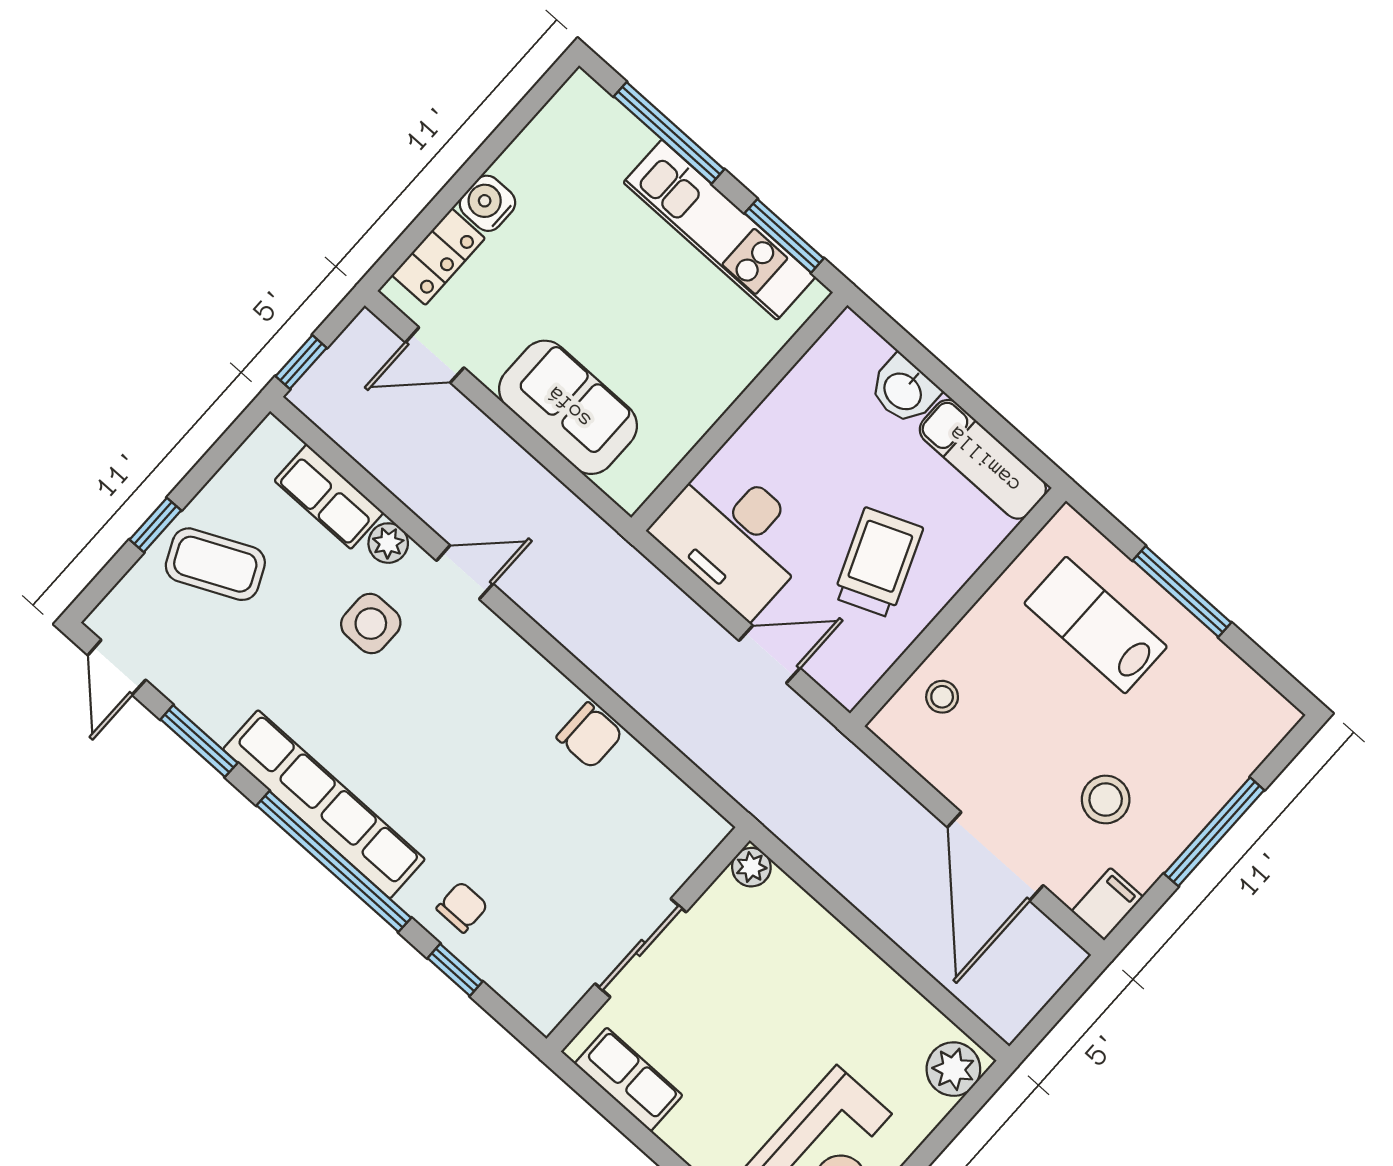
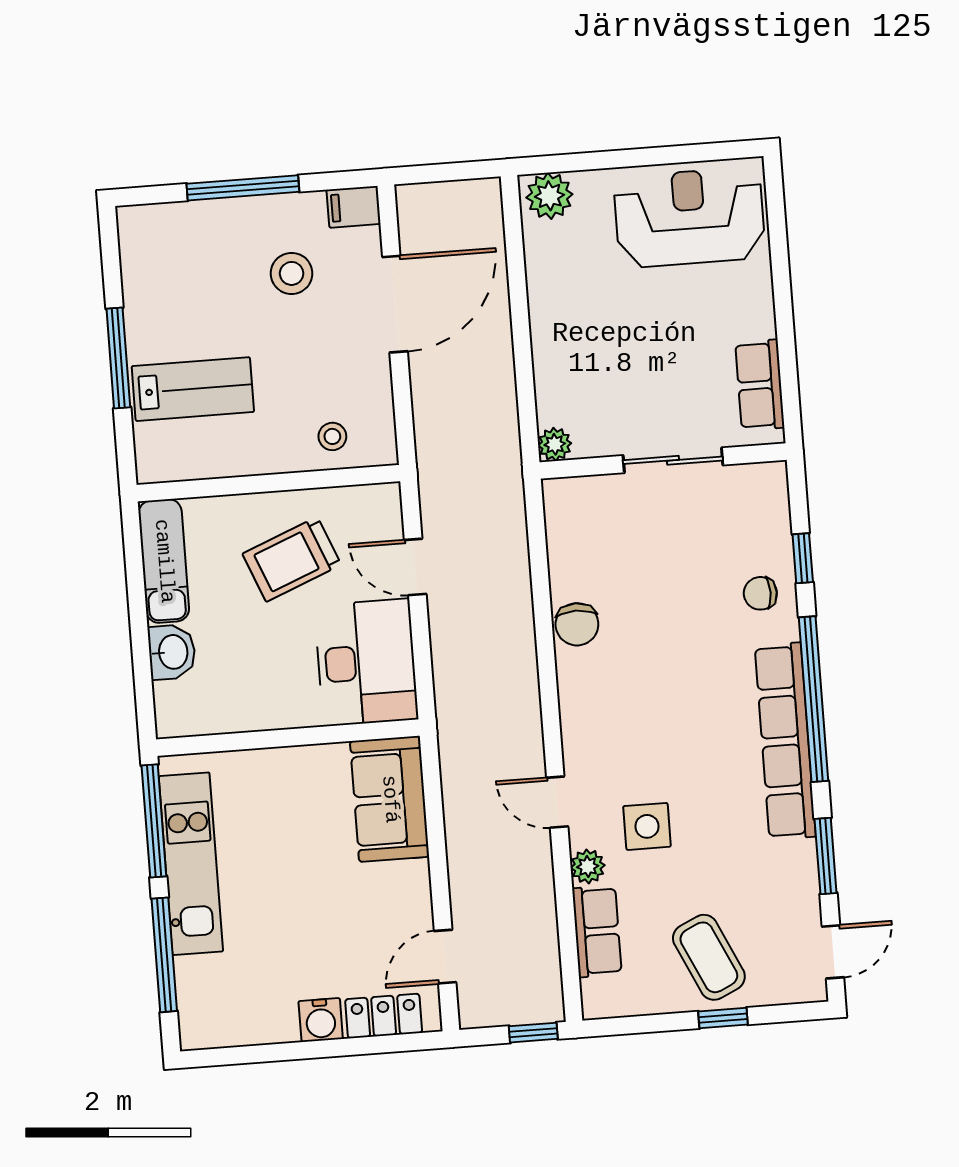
window: (784, 236) -> (154, 821), width x1.44
door: (435, 355) -> (445, 957), swing flipped
sofa: (568, 407) -> (390, 799), moved
lab bench: (1096, 625) -> (193, 389), turned -90
chair: (590, 736) -> (577, 624), turned 180

